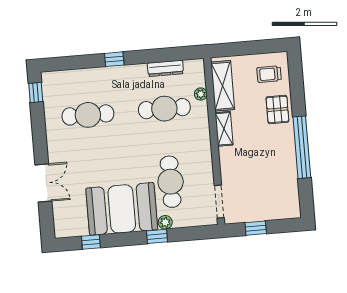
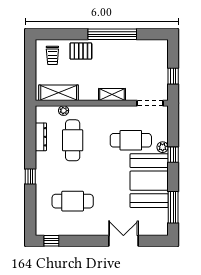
cafe table: (88, 115) -> (73, 201), turned 90
shelving: (224, 129) -> (112, 95), moved
window: (91, 242) -> (173, 207), width x2.17

